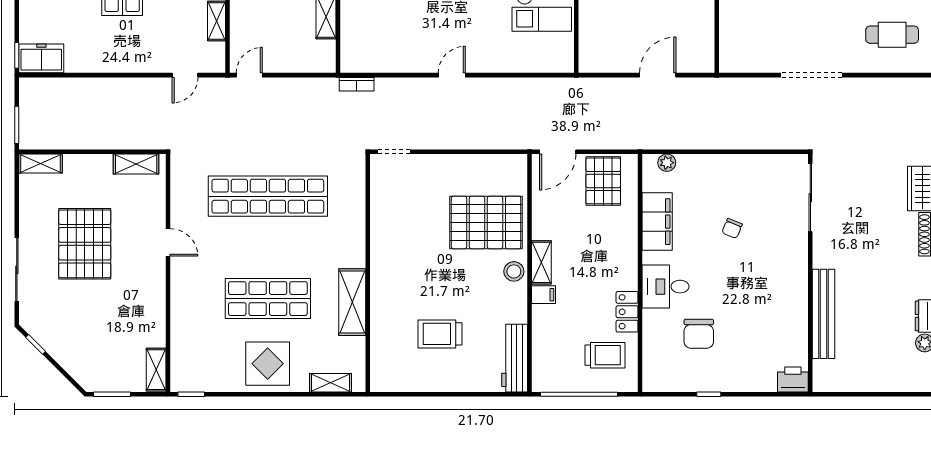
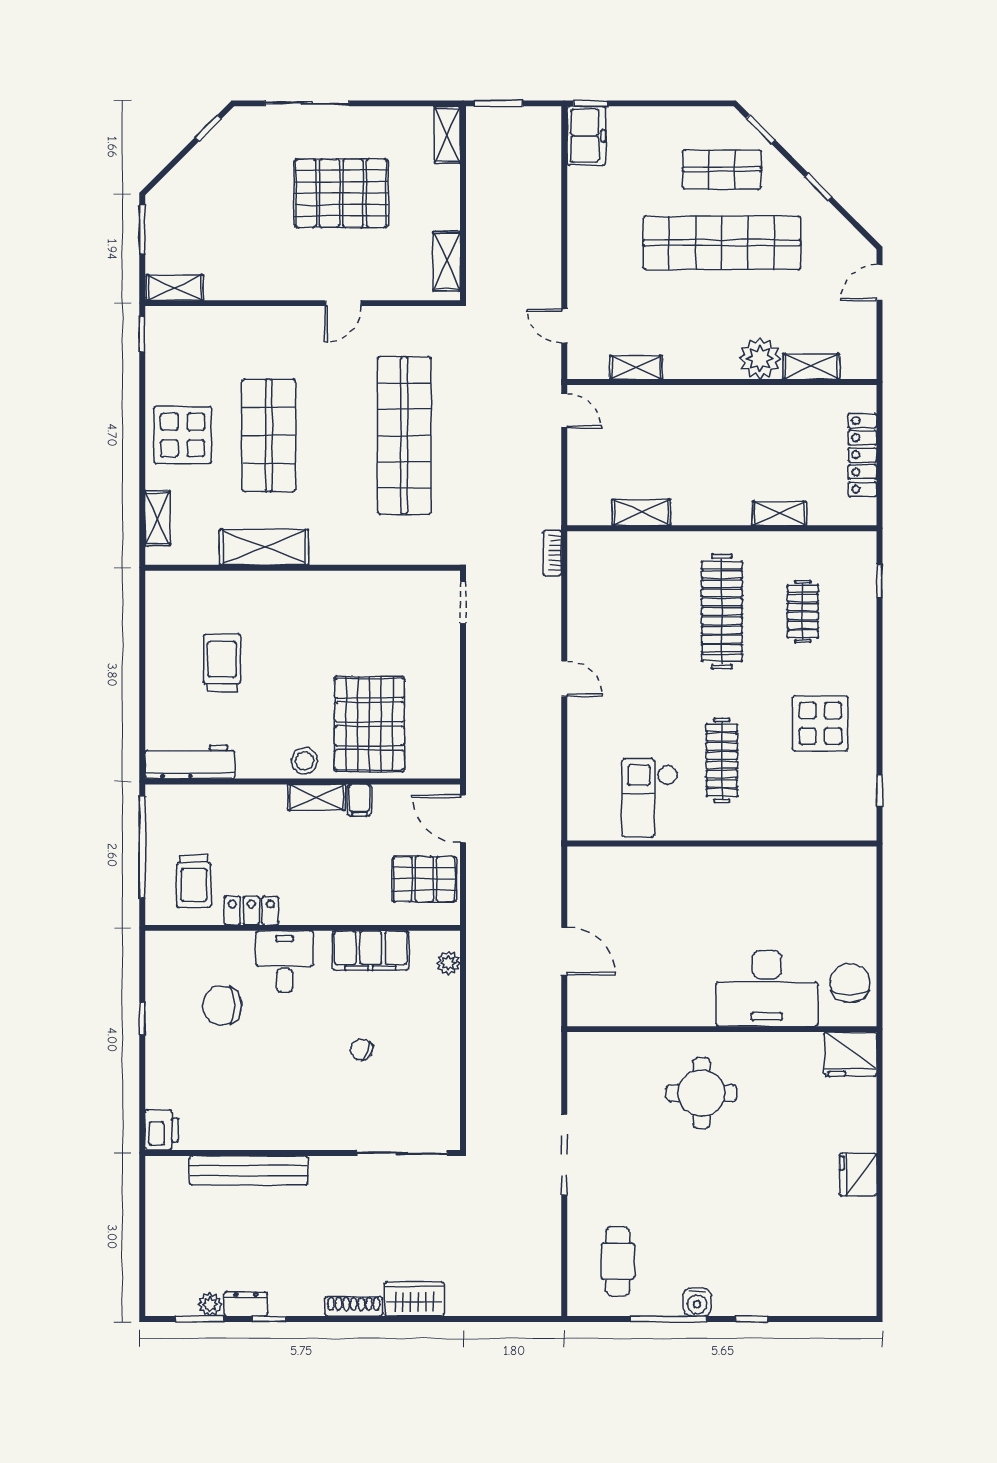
filing cabinet: (544, 295) -> (359, 800), moved

